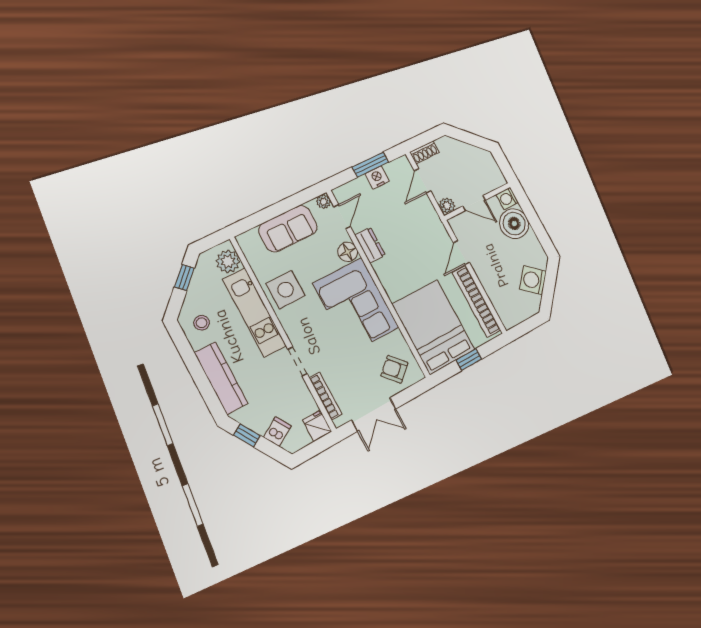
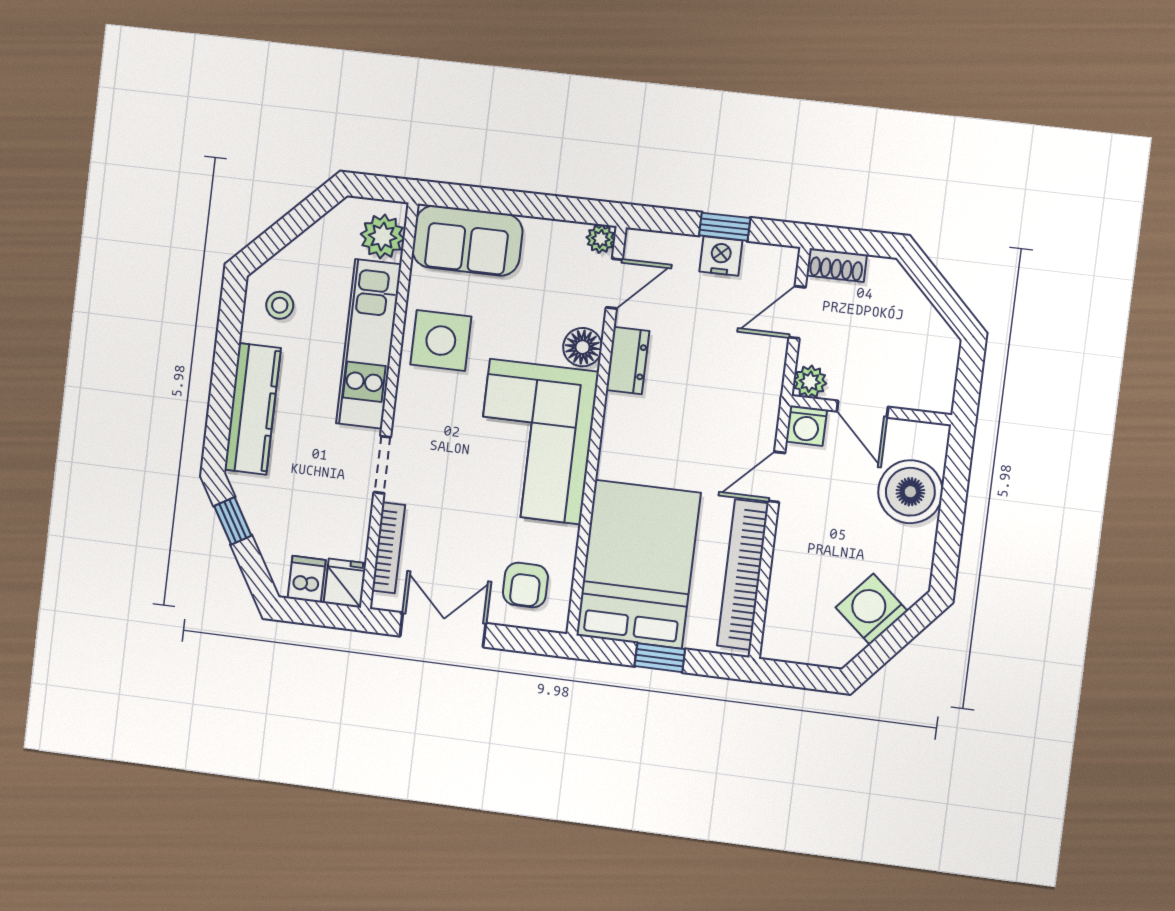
window: (370, 165) -> (725, 227), width x0.67
washing machine: (507, 198) -> (806, 426), moved, turned -90
sofa: (288, 229) -> (467, 241), moved
window: (184, 278) -> (301, 218), removed
armchair: (394, 369) -> (525, 585), turned -138
double door: (374, 414) -> (443, 630), swing flipped
dishwasher: (277, 432) -> (307, 579), moved, turned -59

